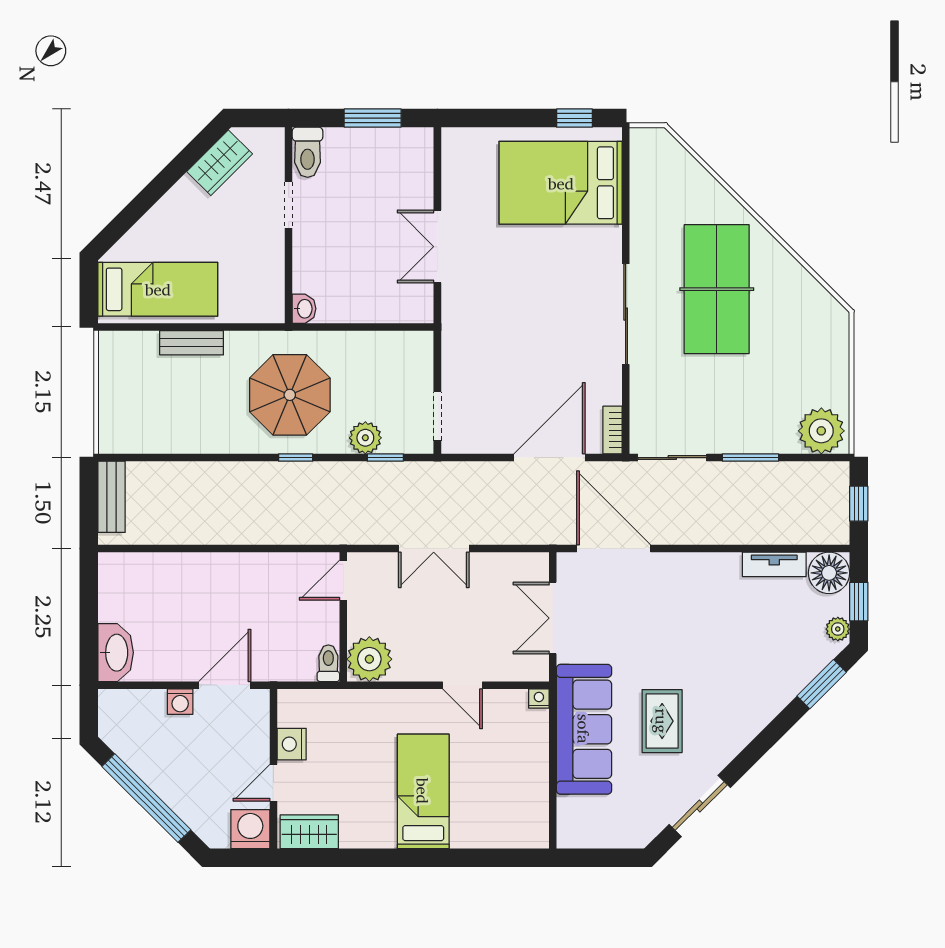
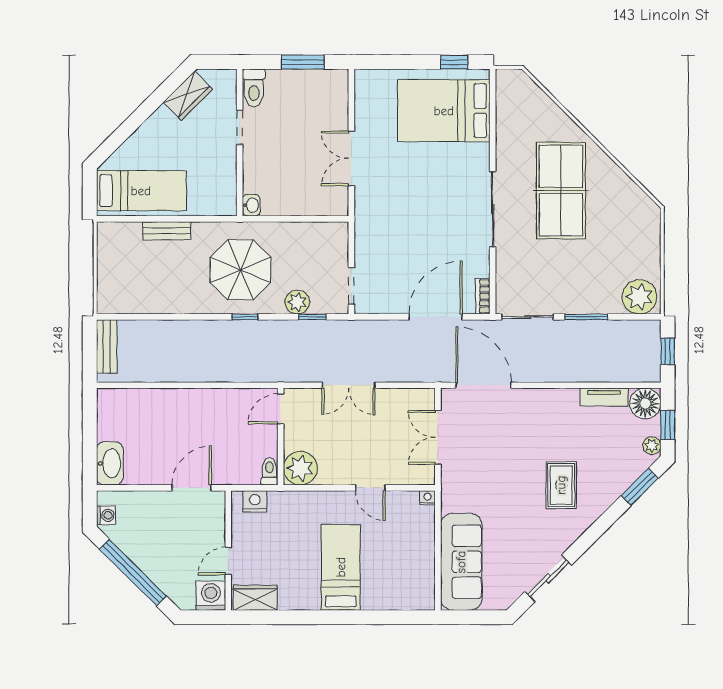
washing machine: (180, 702) -> (106, 515), moved, turned -90
rug: (662, 721) -> (561, 485), moved
sofa: (584, 729) -> (461, 562), moved
nightstand: (292, 744) -> (255, 501), moved, turned 90

